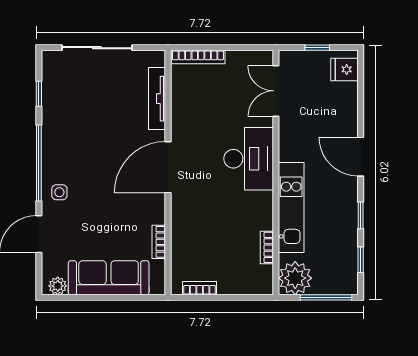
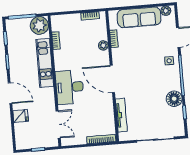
fridge: (345, 69) -> (21, 116), moved
floor lamp: (56, 121) -> (174, 99), added
door: (168, 167) -> (112, 79), swing flipped
plant: (179, 231) -> (103, 45), added

